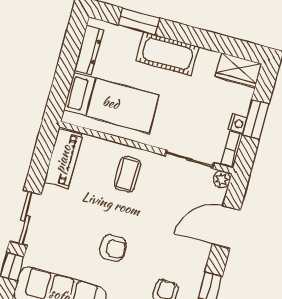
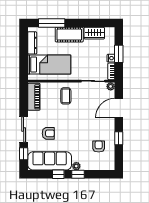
window: (139, 21) -> (52, 23), width x1.44
wardrobe: (238, 70) -> (94, 33), moved
armchair: (113, 248) -> (48, 133), moved

